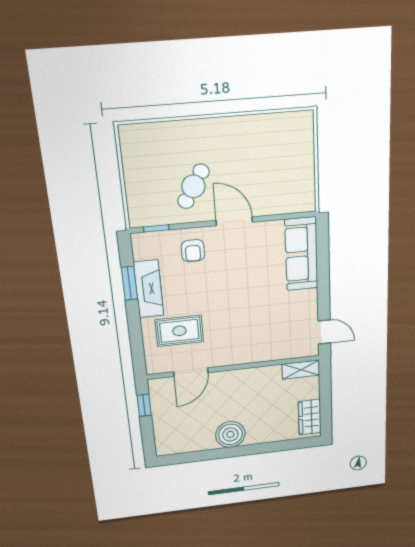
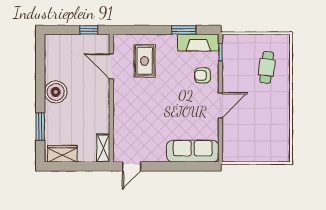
cafe table: (193, 186) -> (267, 67), moved, turned 65
fireplace: (149, 289) -> (198, 43), moved
window: (276, 446) -> (40, 127), added

